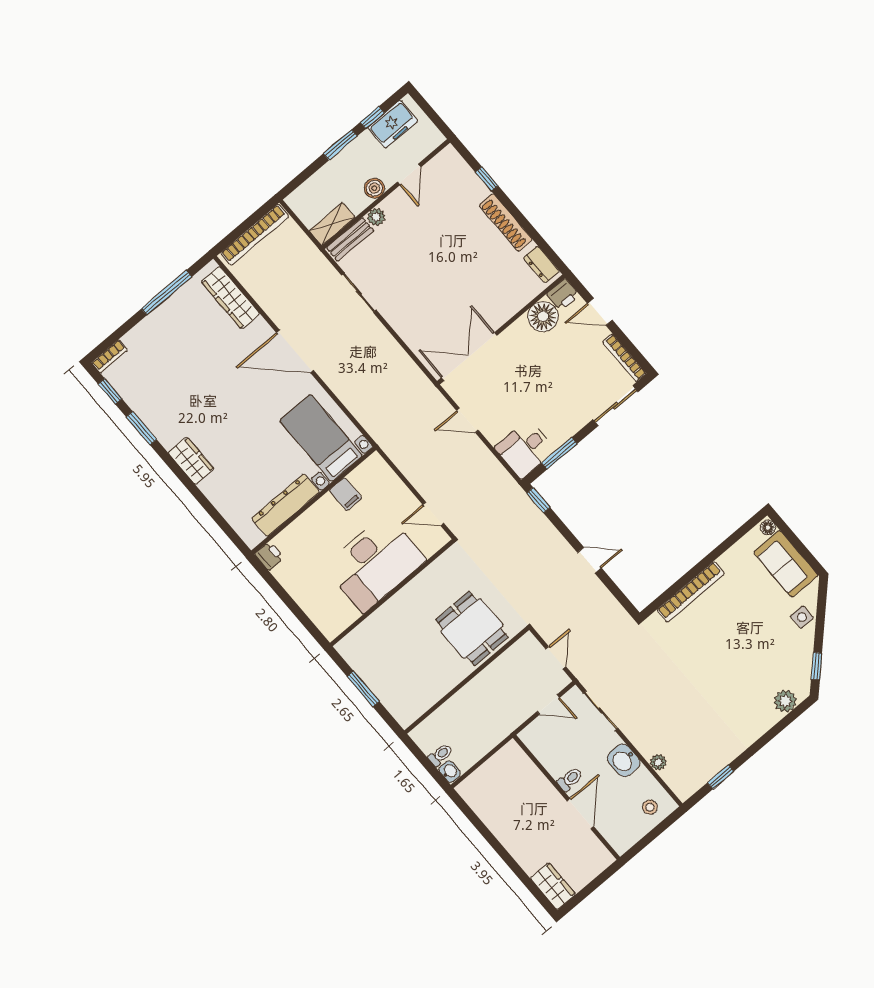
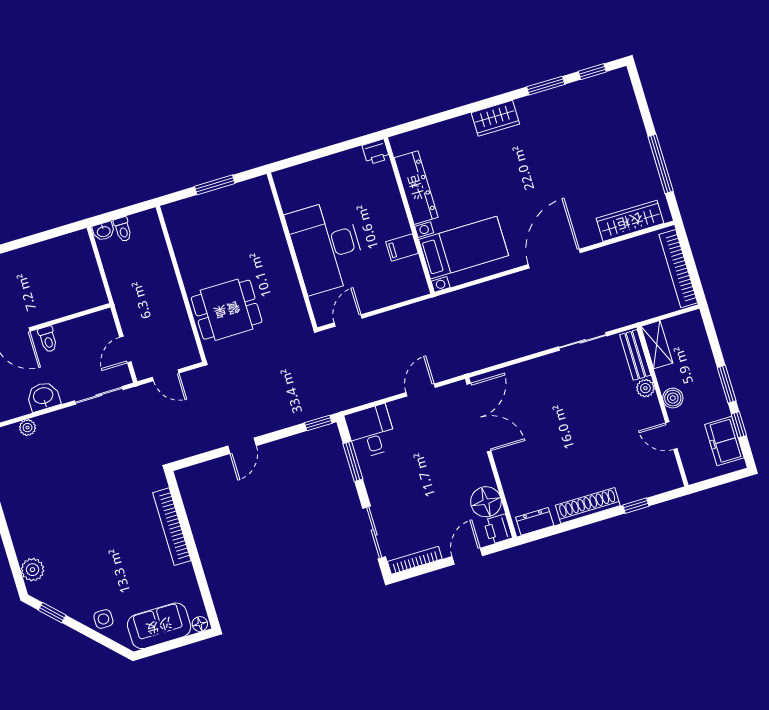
bookcase: (110, 356) -> (625, 85), removed

